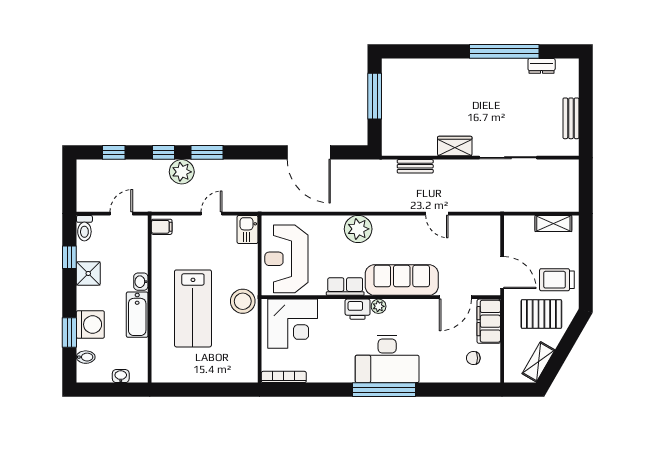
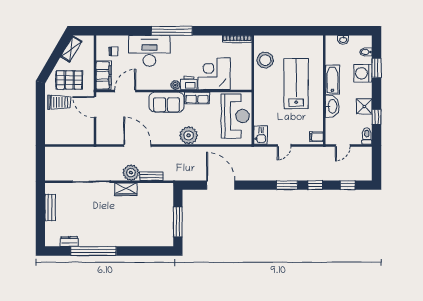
plant: (182, 172) -> (131, 173), moved
door: (437, 214) -> (137, 145), width x1.87
shelving: (553, 223) -> (61, 139), removed
sofa: (402, 280) -> (167, 102), width x0.73
washbasin: (141, 282) -> (332, 106), width x1.91, depth x1.45
stool: (243, 301) -> (265, 60), moved
corner desk: (293, 324) -> (214, 74), moved
desk: (387, 359) -> (149, 51), moved

